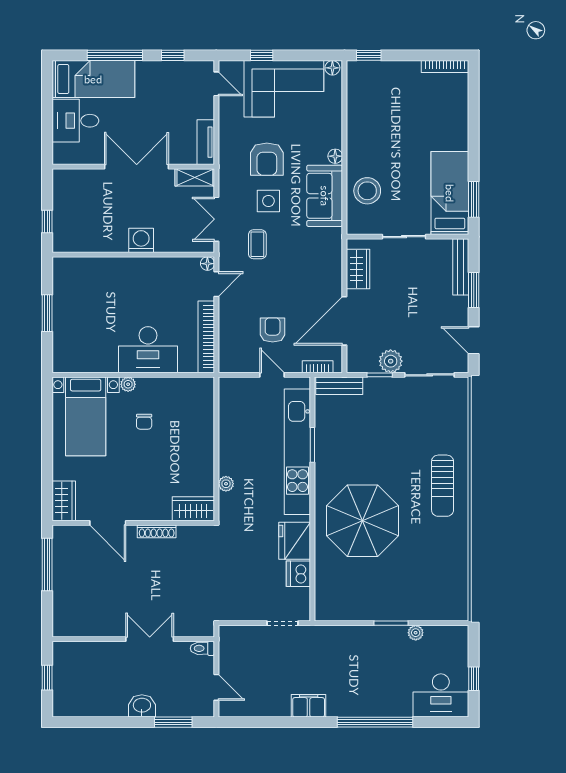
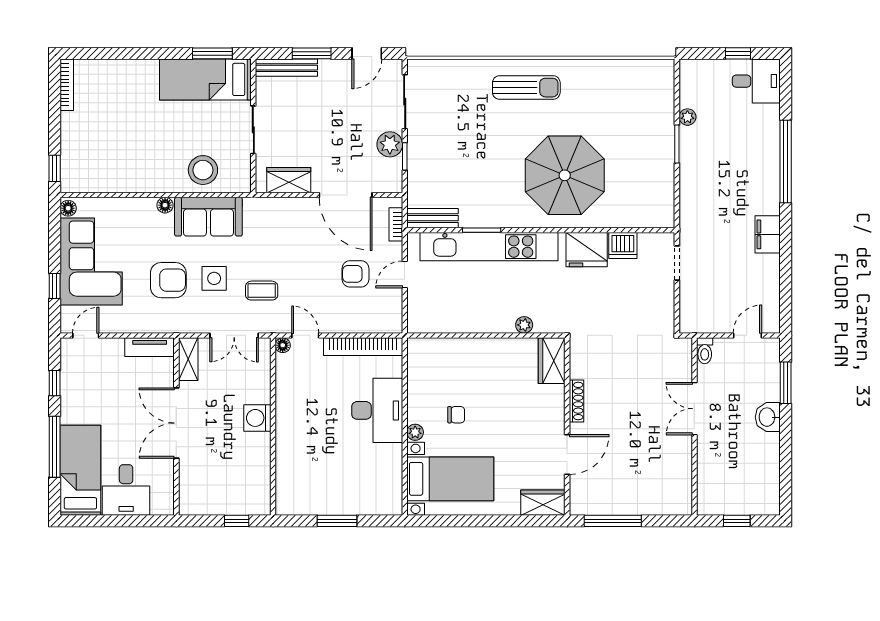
bench: (339, 386) -> (433, 218), moved, turned 90
desk: (441, 695) -> (756, 81), width x0.73

